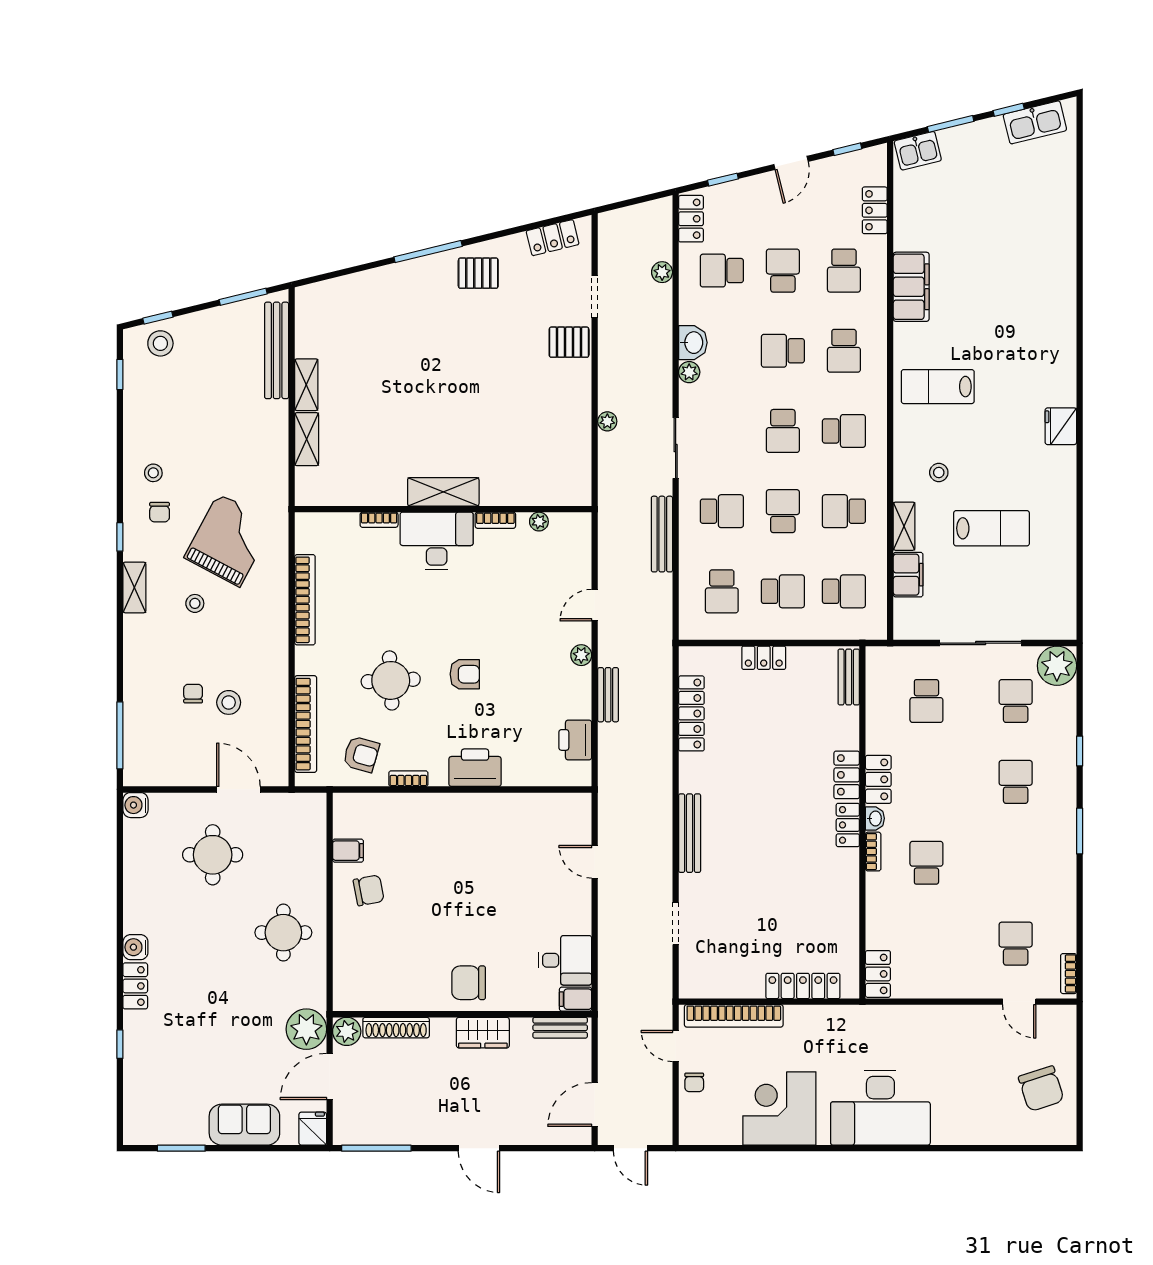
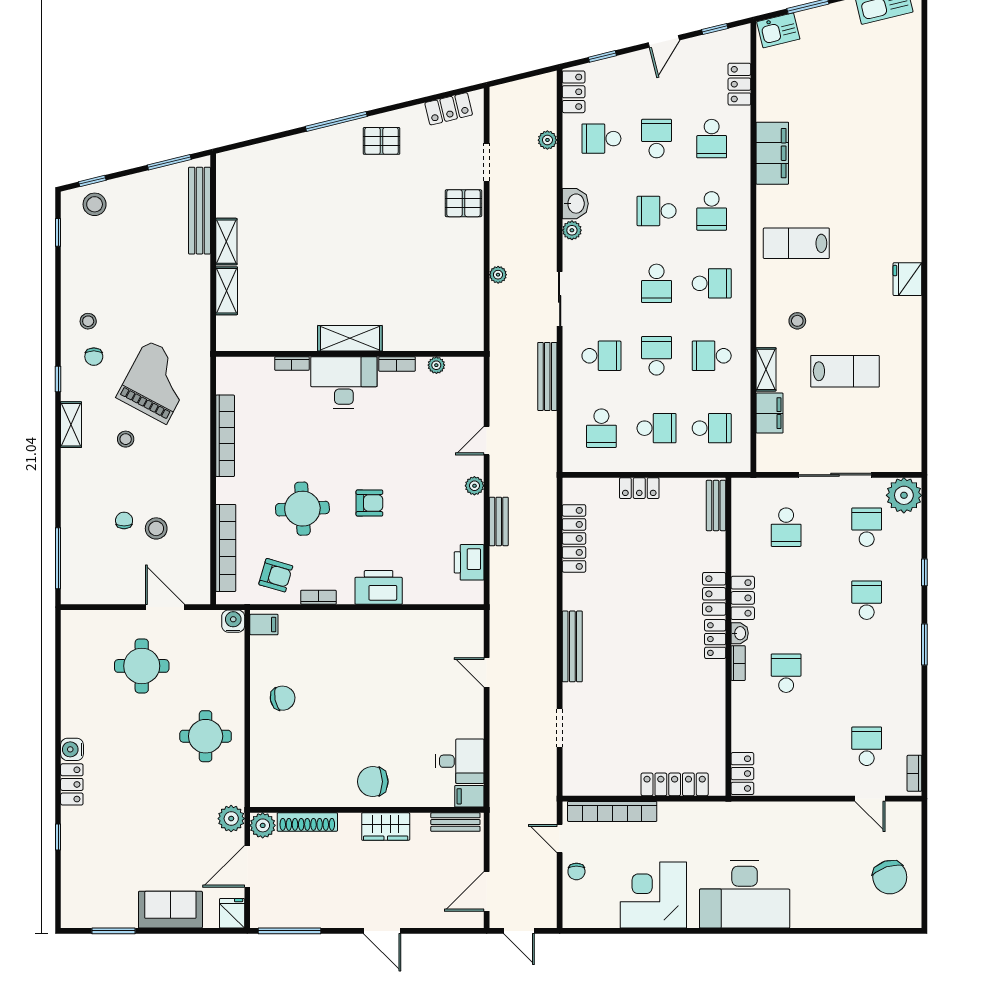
water cooler: (135, 805) -> (233, 621), moved, turned 90
filing cabinet: (348, 851) -> (264, 625), moved
plant: (306, 1029) -> (231, 819), width x0.73, depth x0.73

